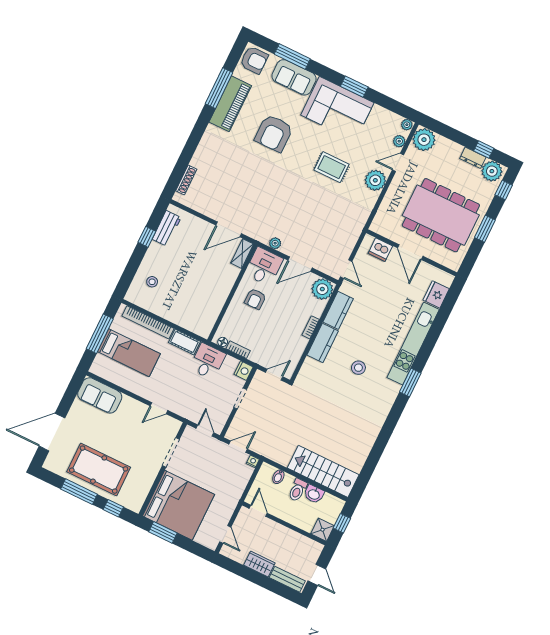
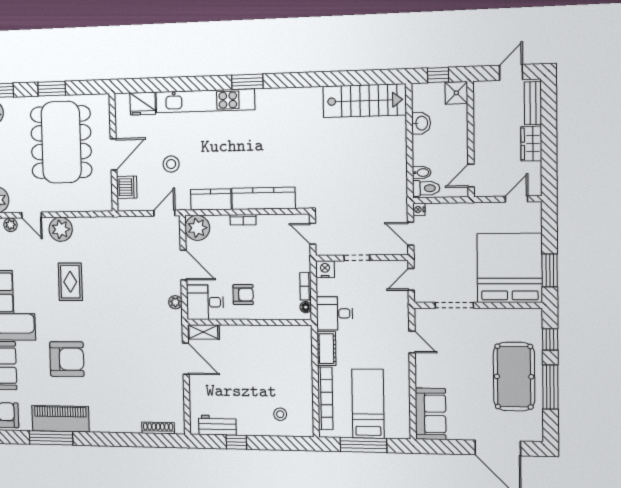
kitchen counter: (323, 343) -> (263, 198), width x1.50
stool: (358, 368) -> (171, 164), moved
stairs: (323, 471) -> (365, 101), moved, turned -90
toilet: (298, 490) -> (426, 188), moved

